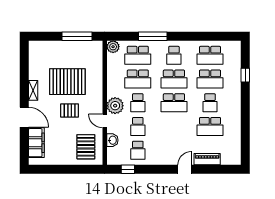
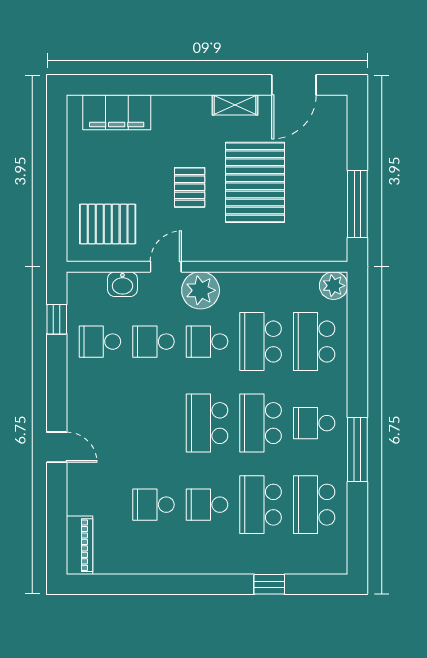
window: (153, 36) -> (357, 450), moved
door: (24, 117) -> (294, 85), moved
school desk: (210, 126) -> (153, 505), width x0.54
piano: (207, 159) -> (80, 545), moved

